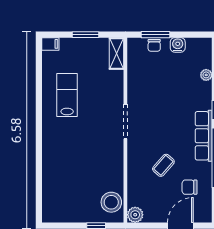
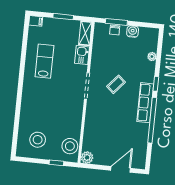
kitchen sink: (115, 82) -> (82, 55), added
coffee table: (163, 165) -> (116, 84), moved
chair: (190, 187) -> (131, 141), removed
stool: (69, 198) -> (38, 140), added

